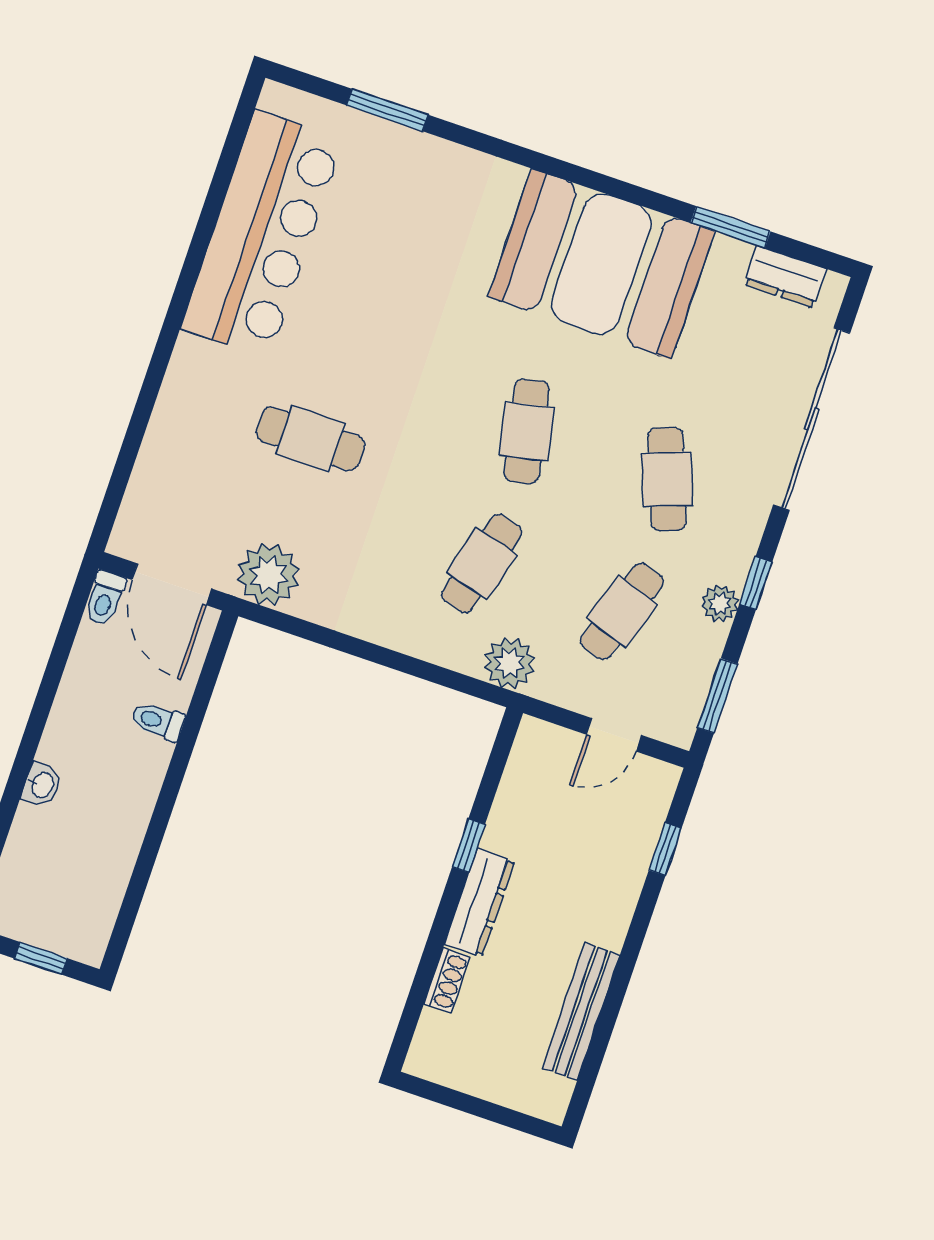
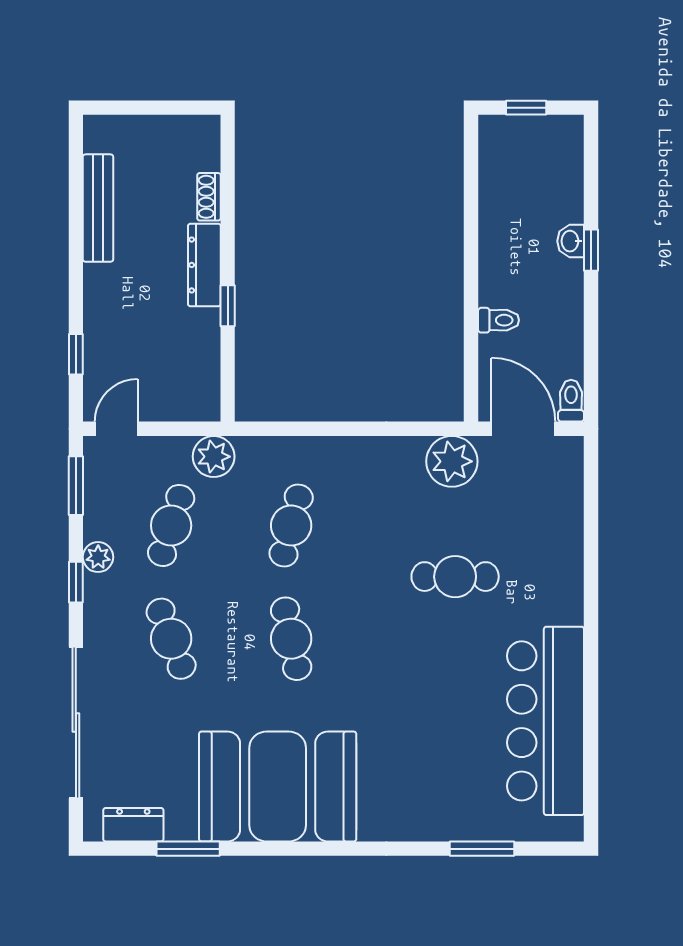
plant: (510, 663) -> (214, 457), moved
door: (614, 735) -> (116, 429), moved
window: (22, 766) -> (591, 250), added

